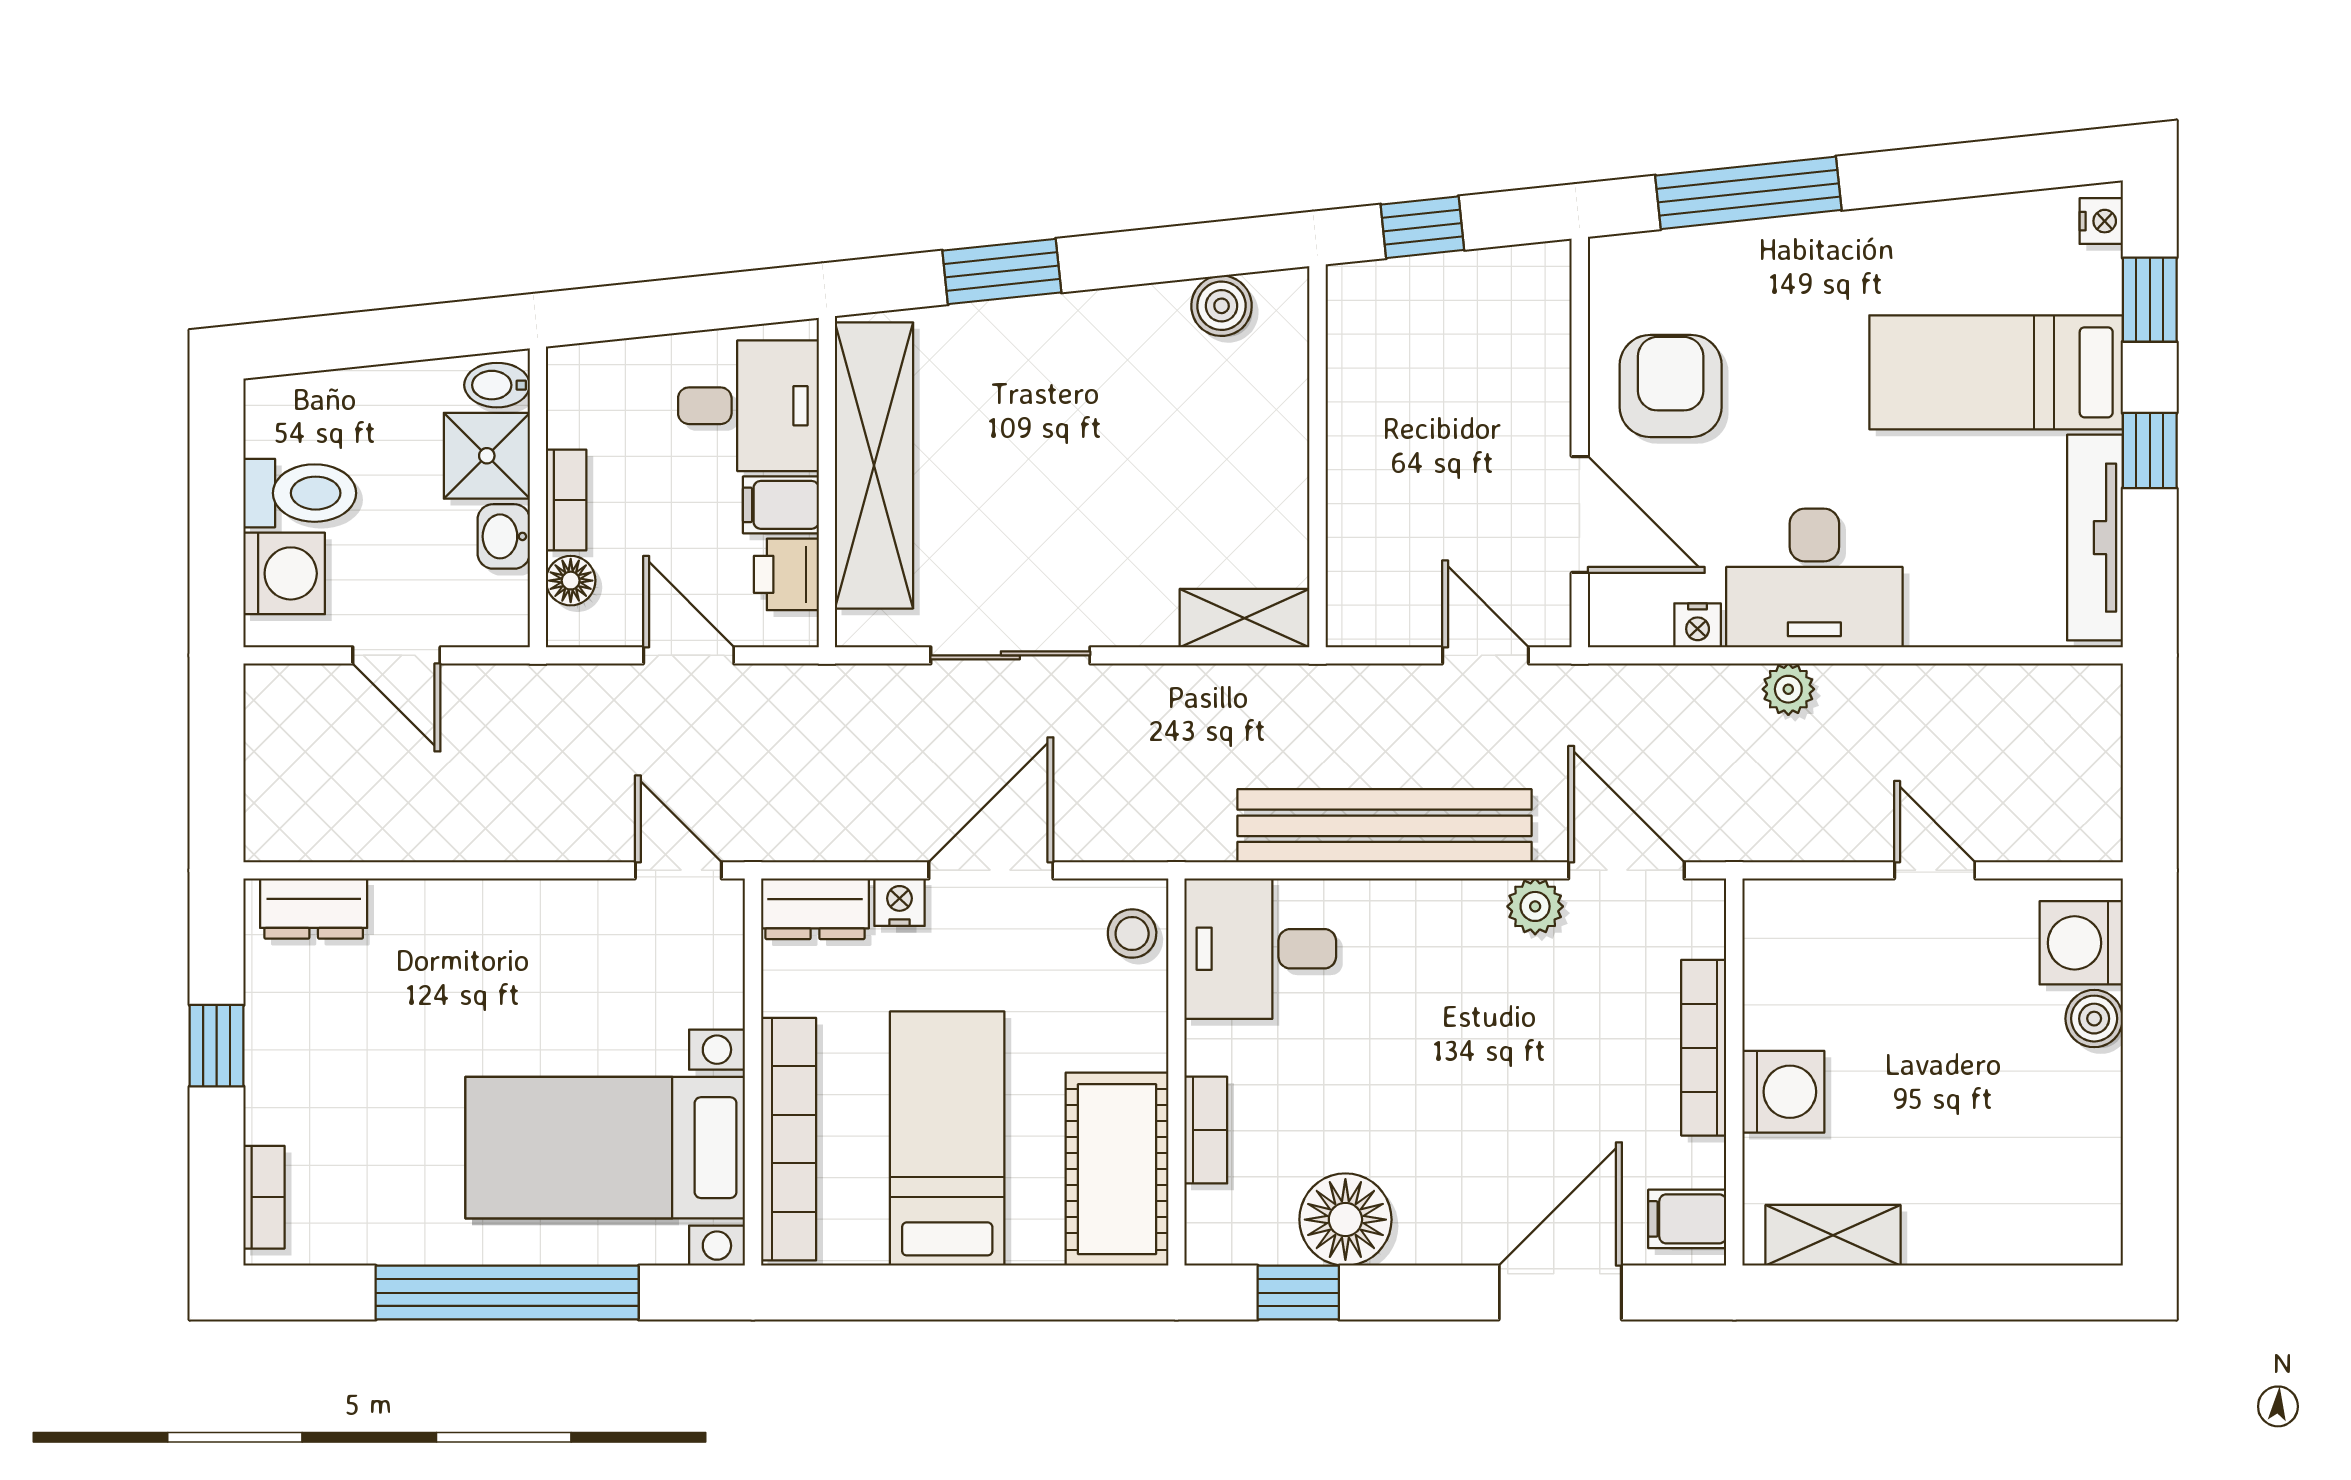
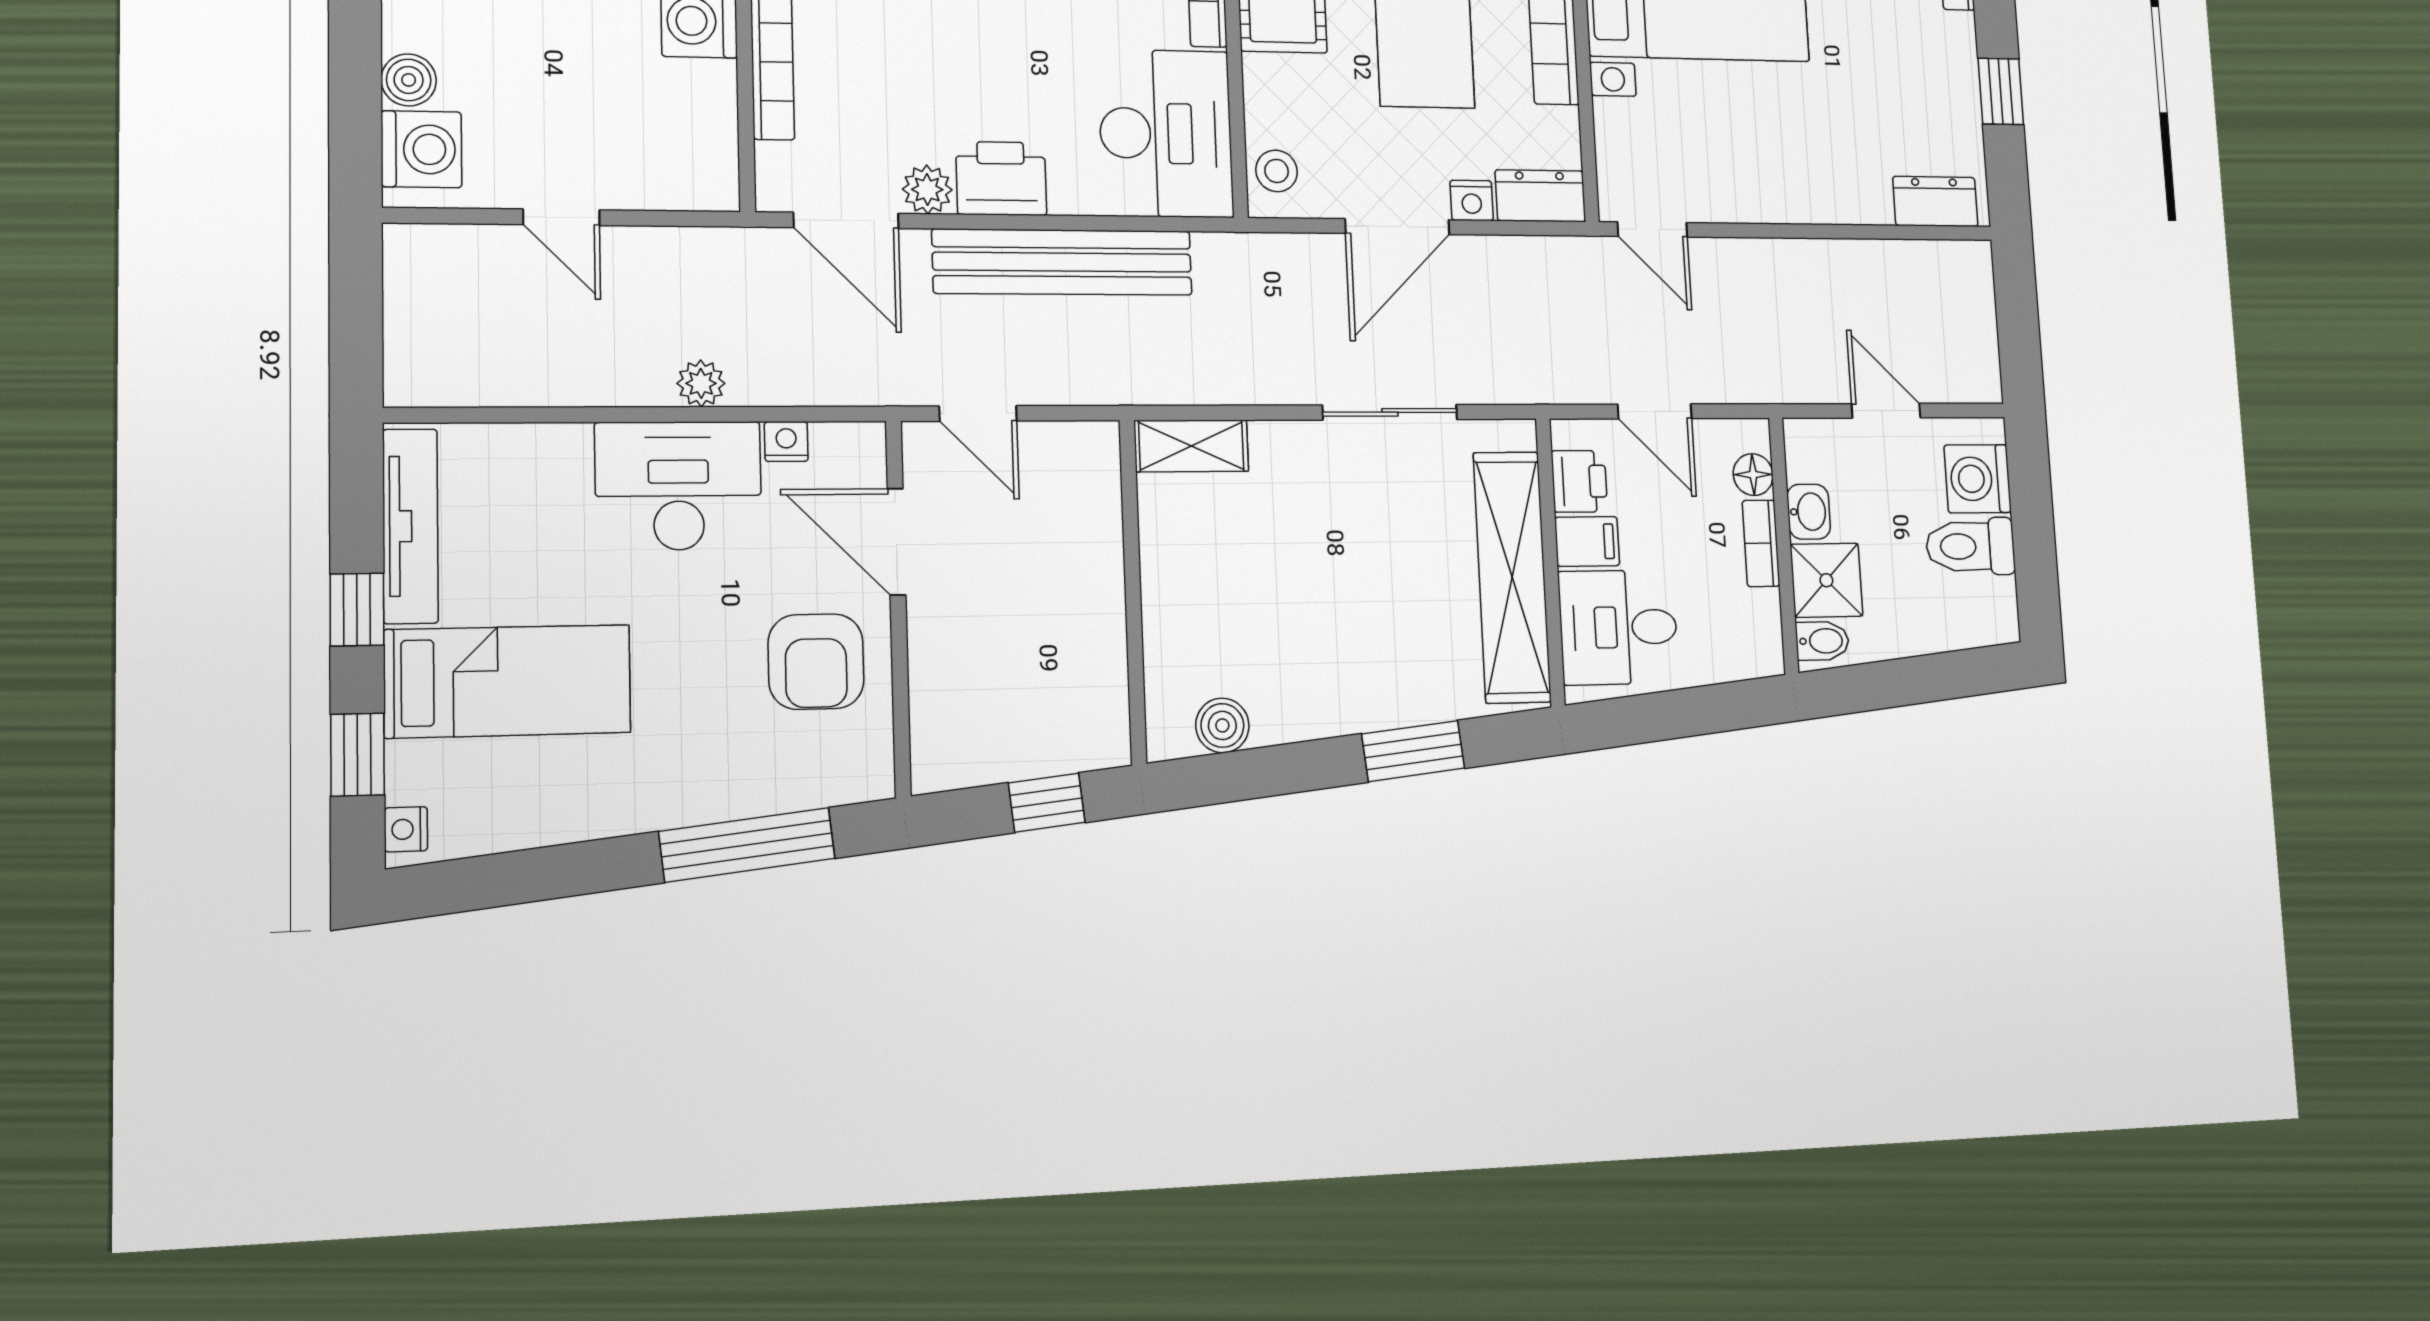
printer: (1451, 920) -> (1001, 178), added
desk: (1260, 949) -> (1166, 133), width x1.37

